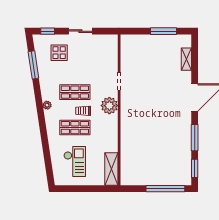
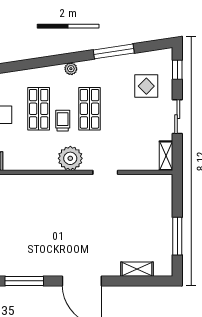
shelving: (108, 39) -> (166, 156), added
window: (33, 65) -> (114, 51), moved

